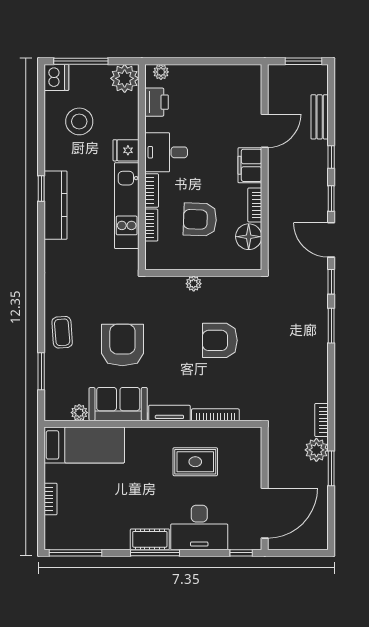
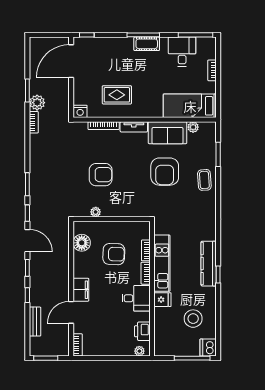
plant: (125, 78) -> (163, 347), removed
bookcase: (255, 205) -> (78, 345), moved
plant: (194, 284) -> (96, 212), moved
nightstand: (251, 437) -> (80, 111), added
desk: (199, 527) -> (182, 52), moved, width x0.73

